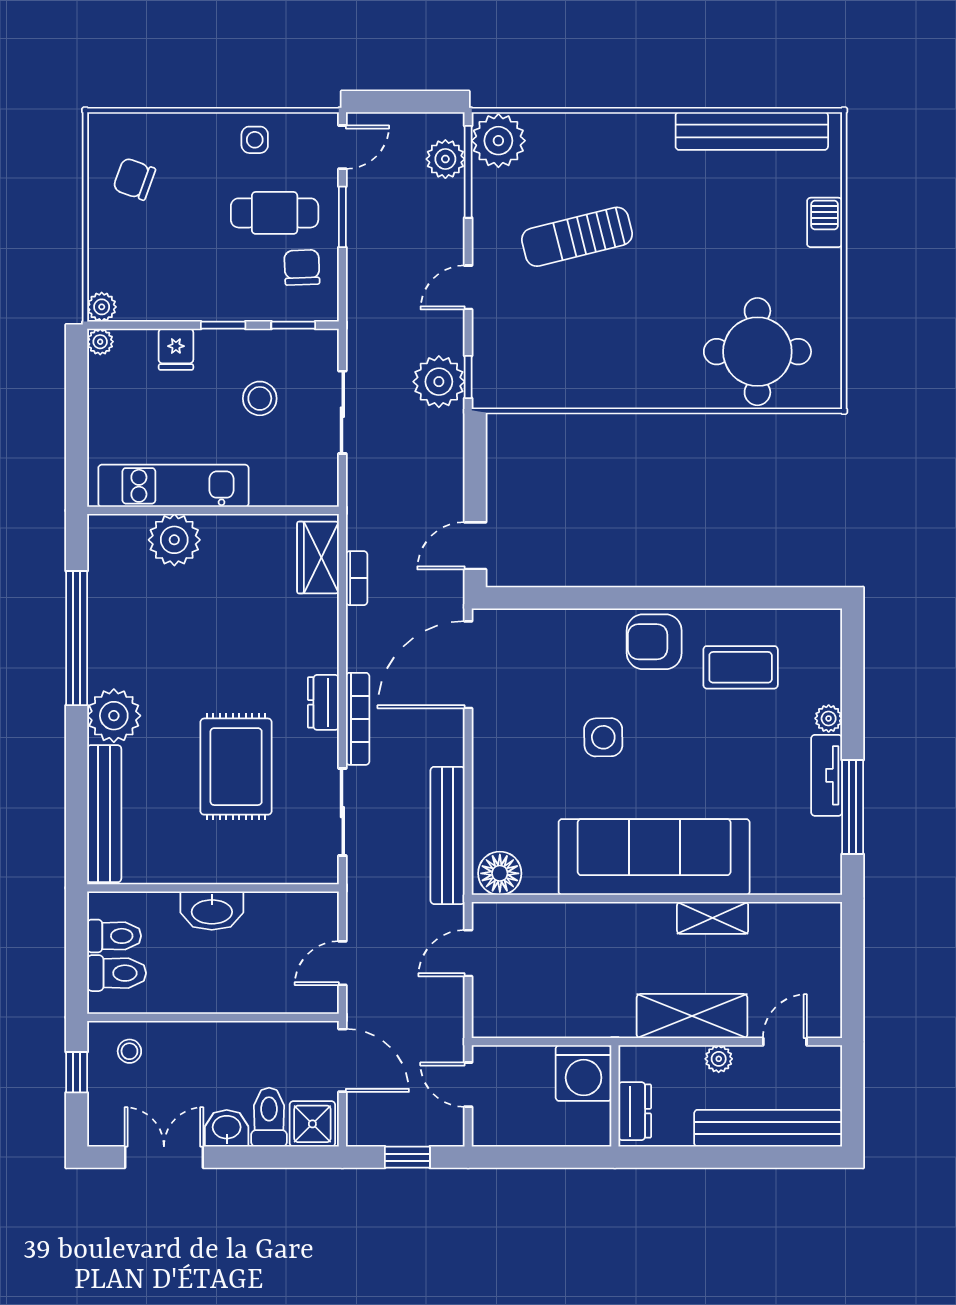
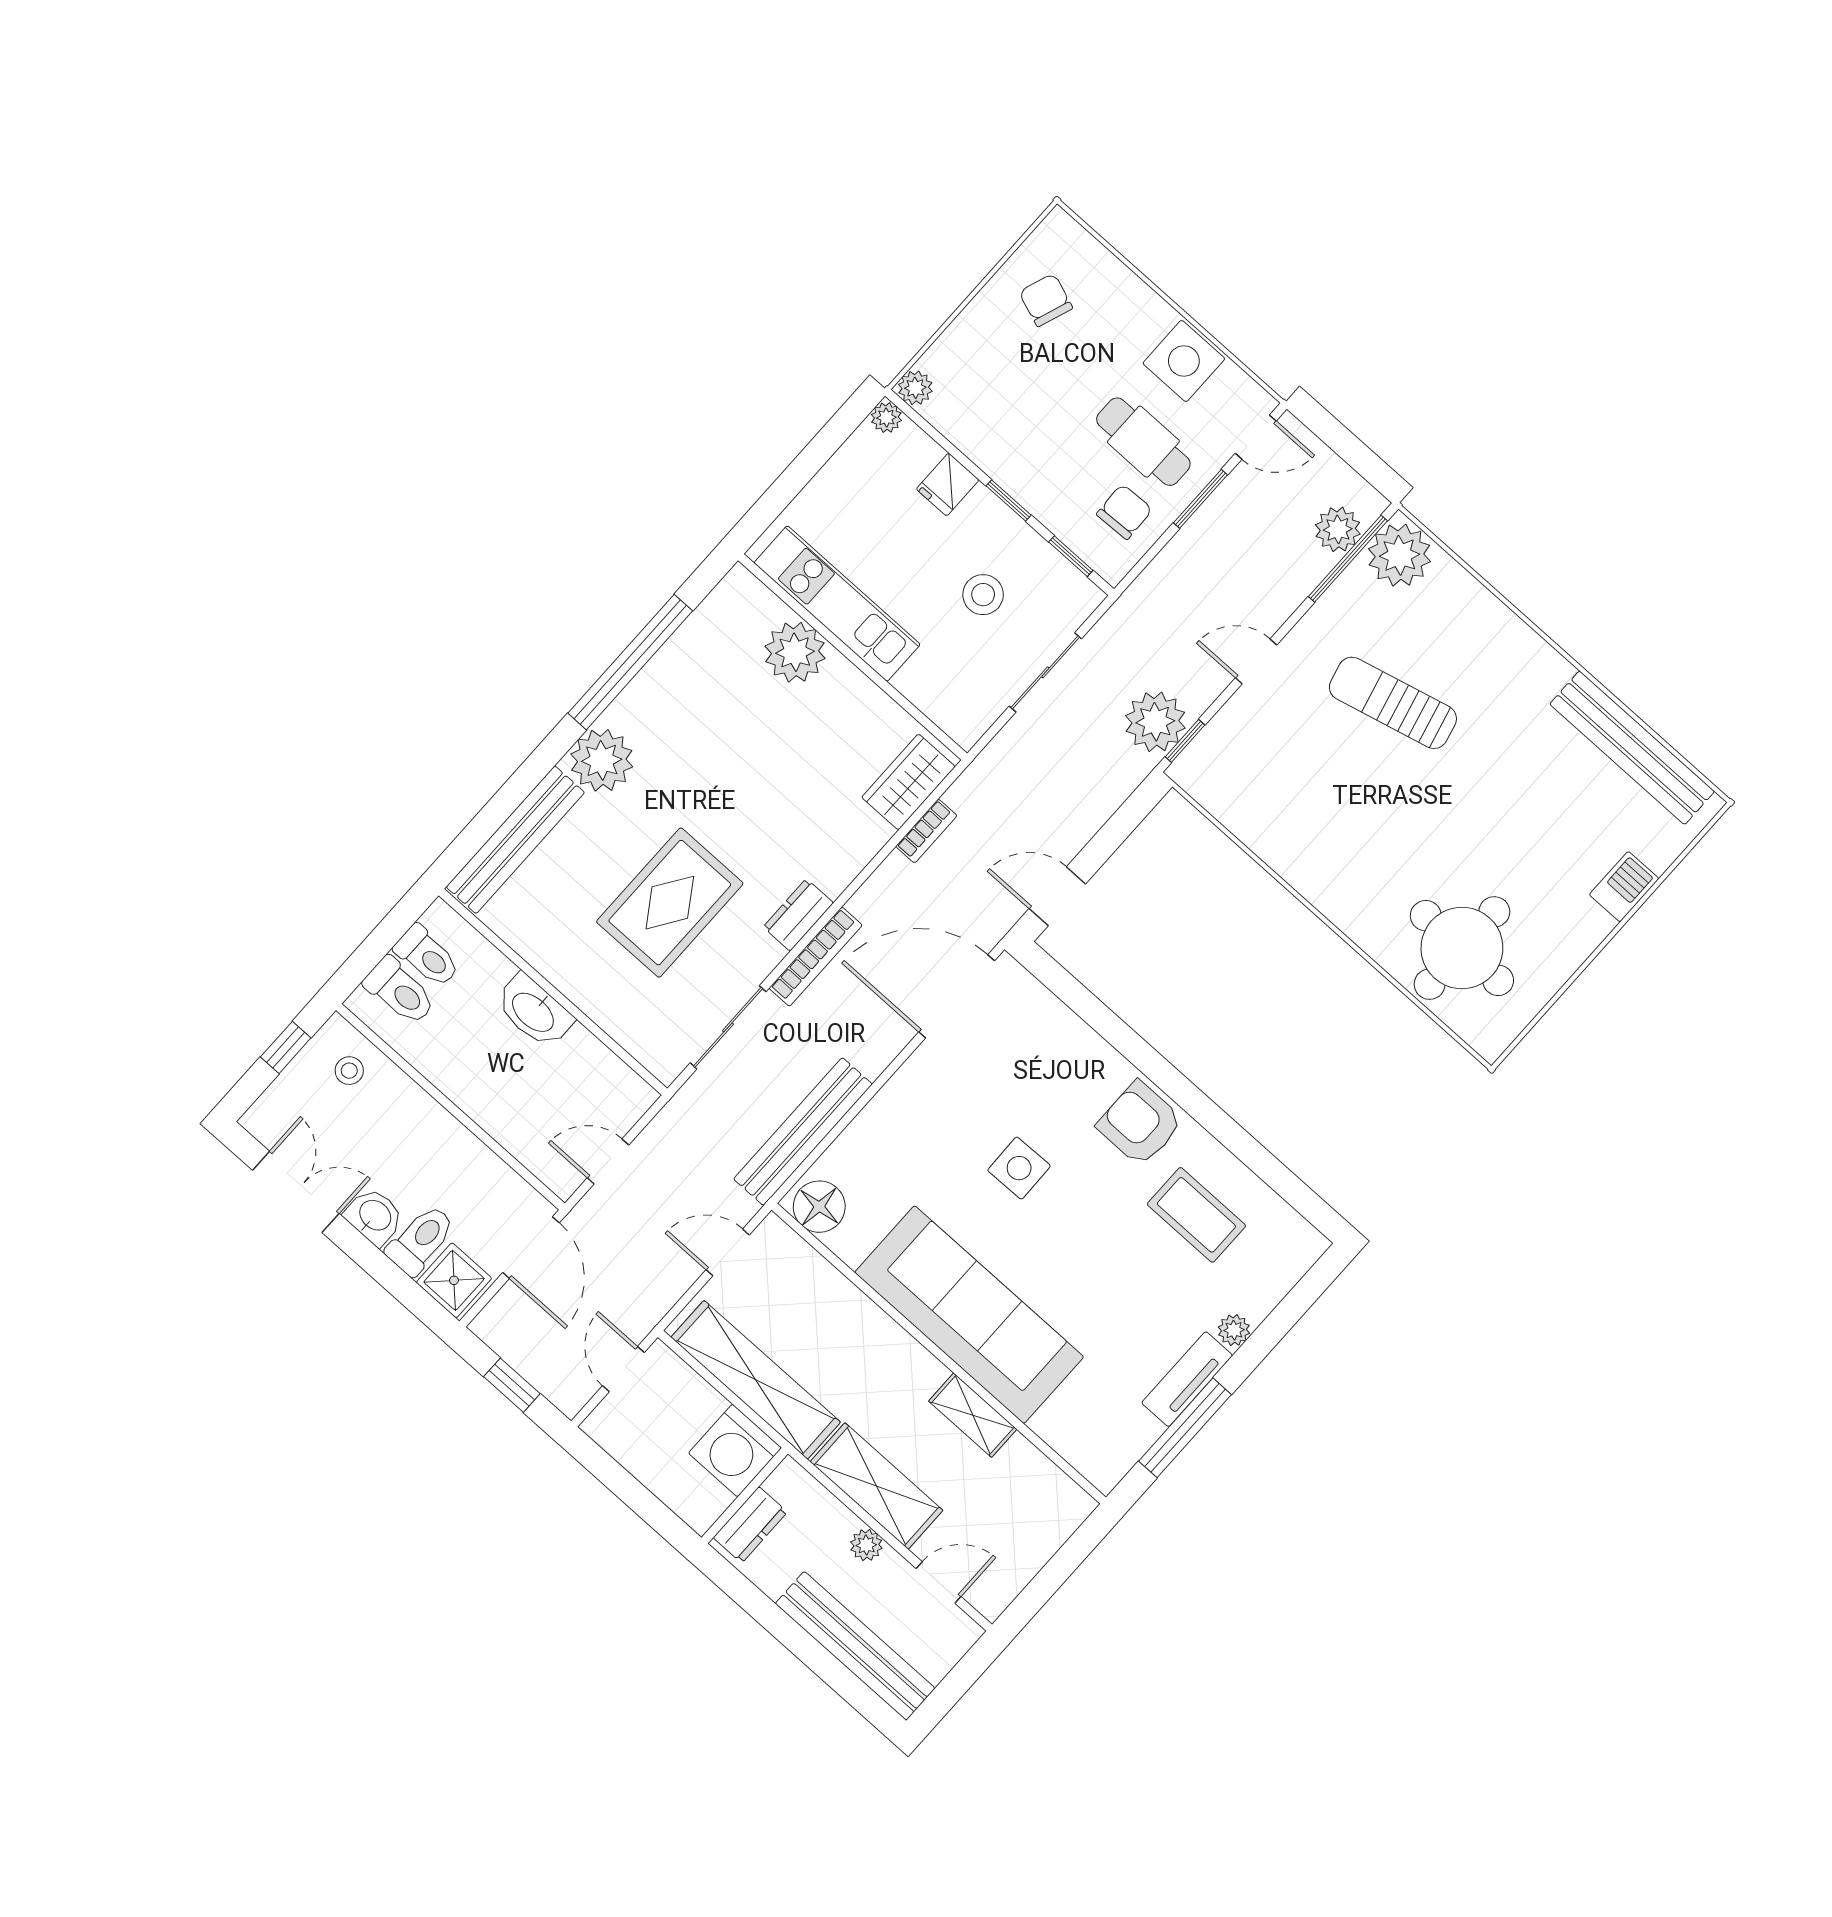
side table: (255, 140) -> (1184, 361), width x1.87, depth x1.87
shelving: (557, 1017) -> (756, 1380), added

